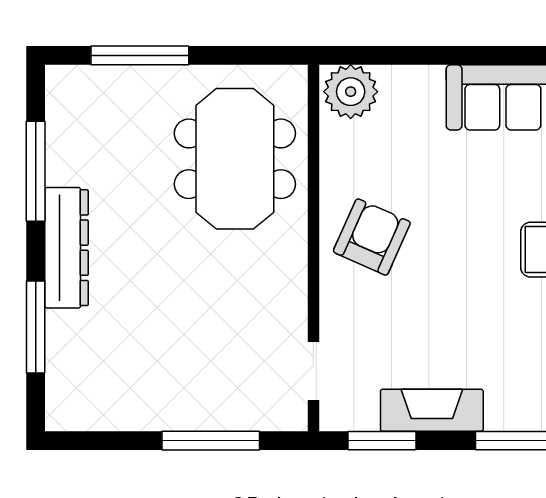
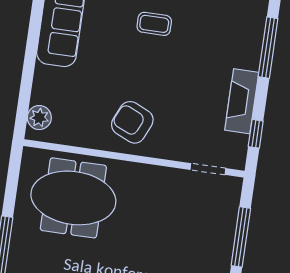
plant: (351, 92) -> (39, 118), width x0.73, depth x0.73
window: (382, 441) -> (256, 134), width x0.67

